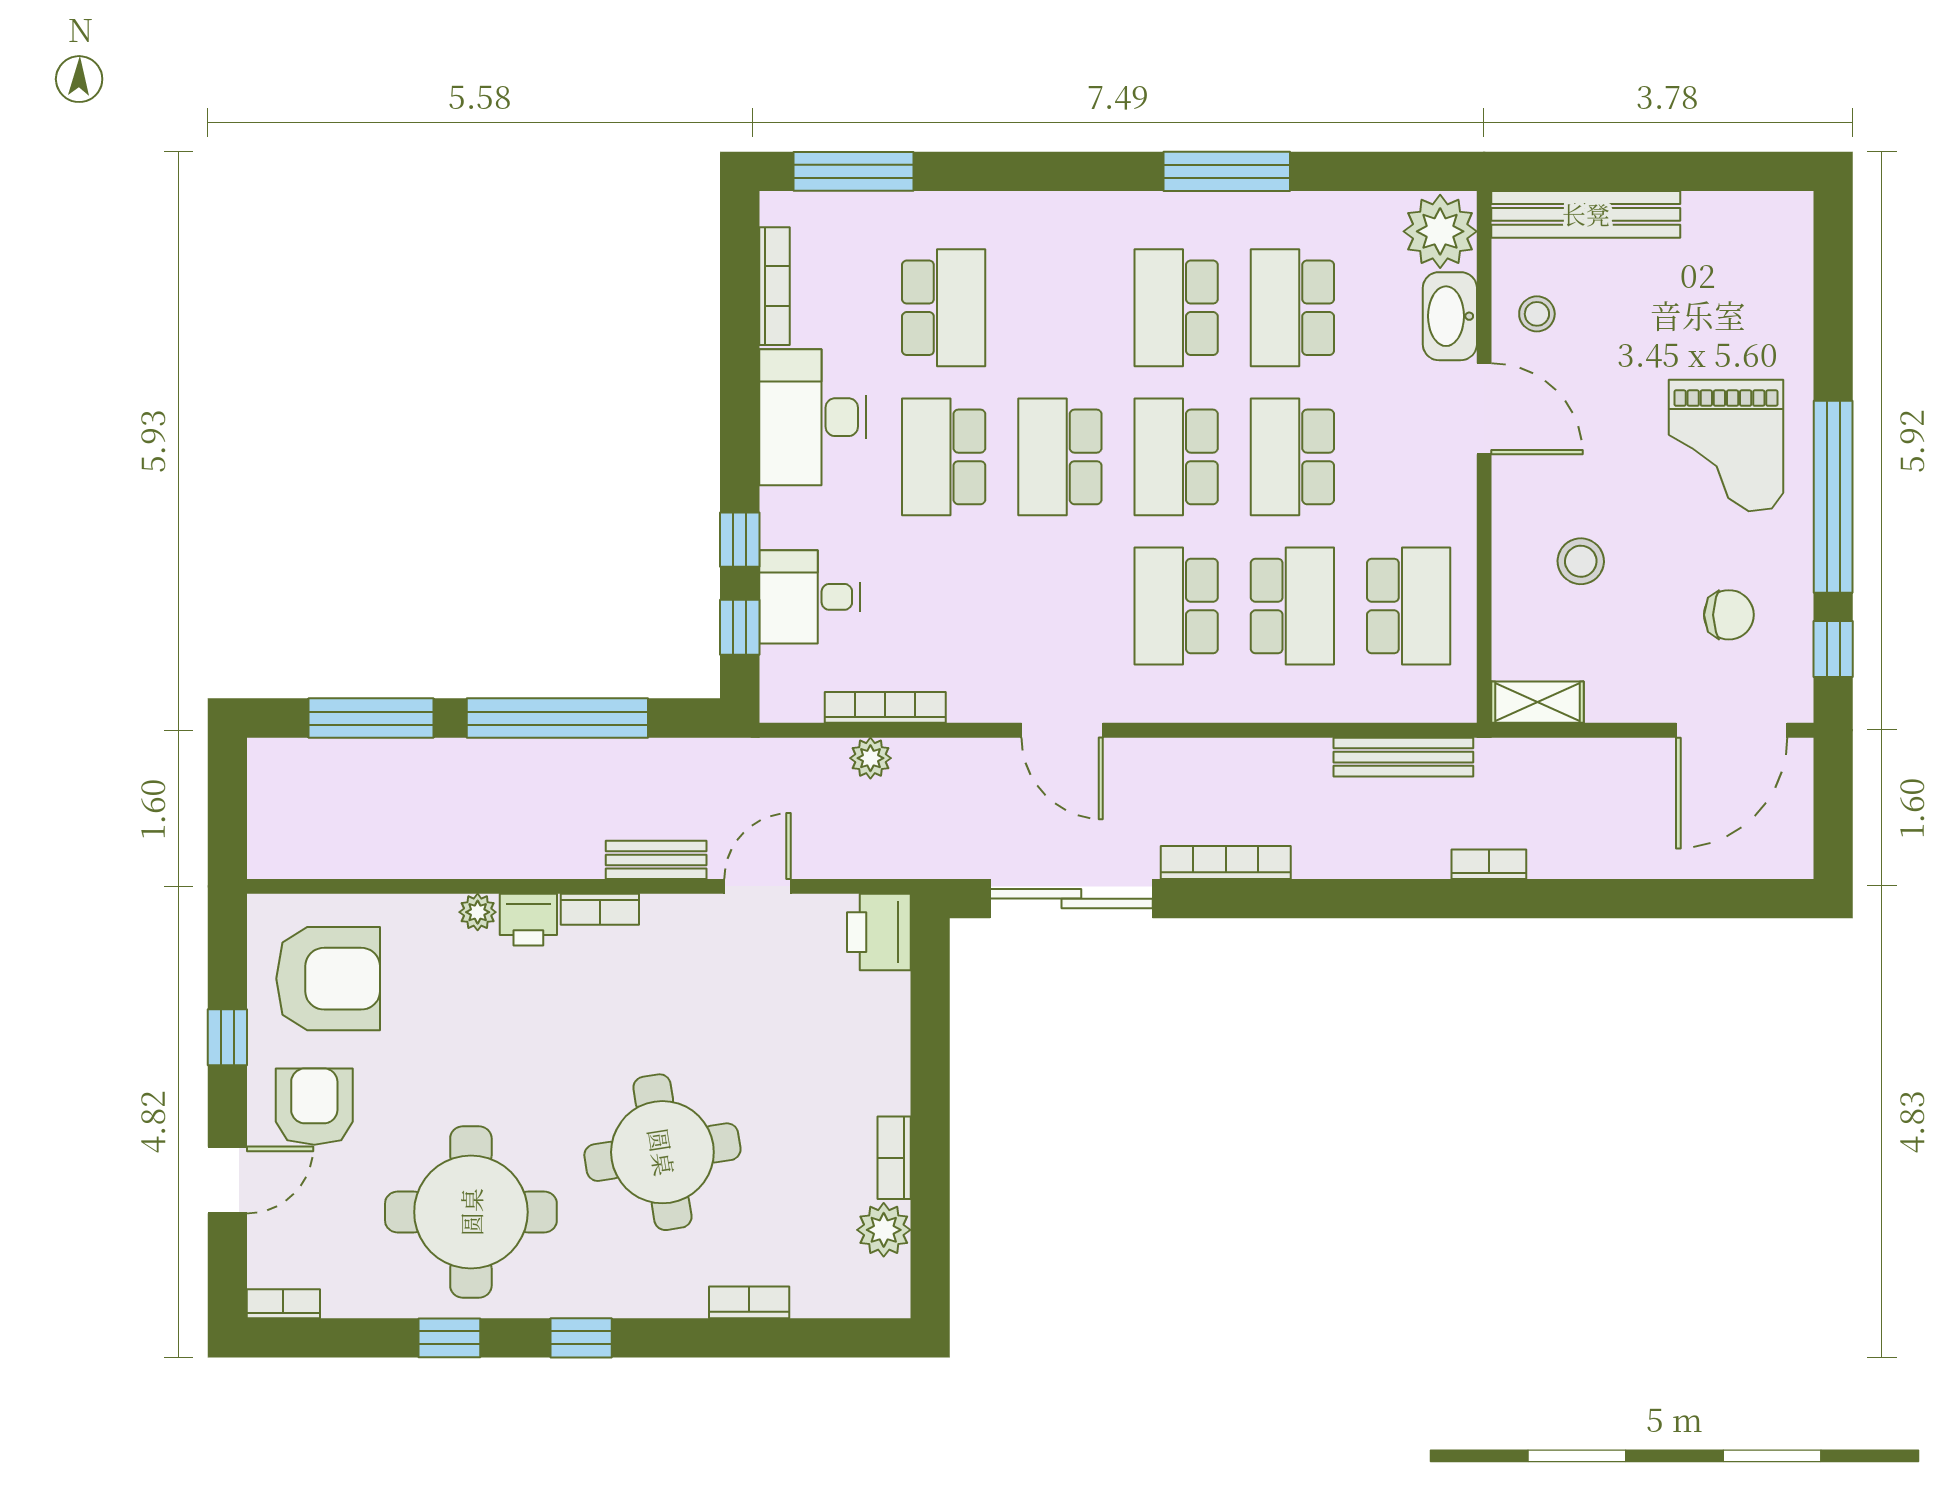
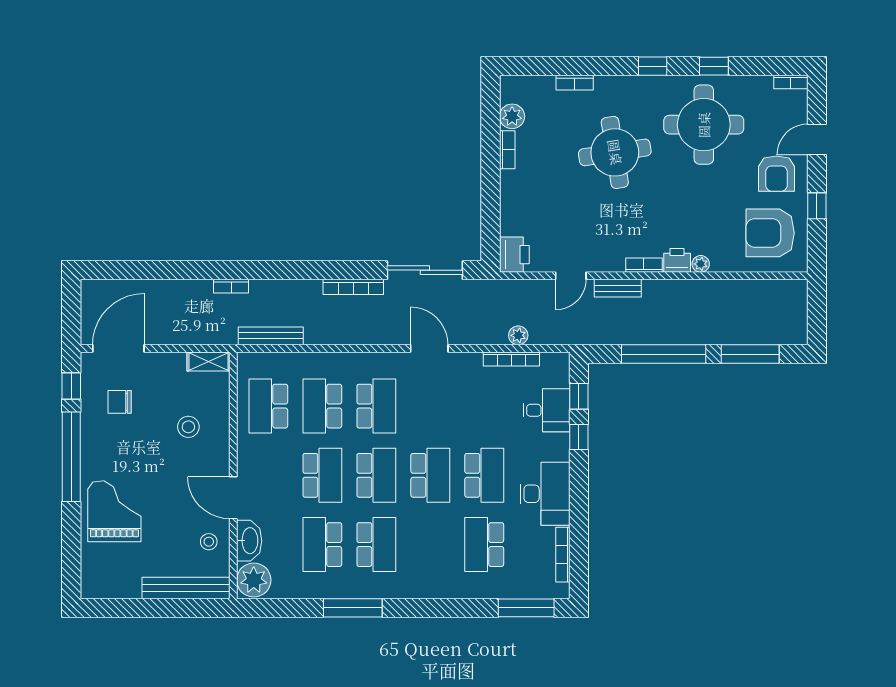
school desk: (1292, 308) -> (322, 545), turned 180
grand piano: (1726, 445) -> (114, 511), moved

